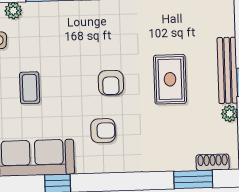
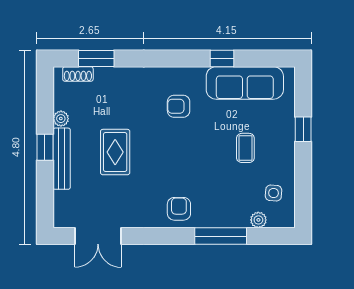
armchair: (111, 83) -> (179, 209), moved

